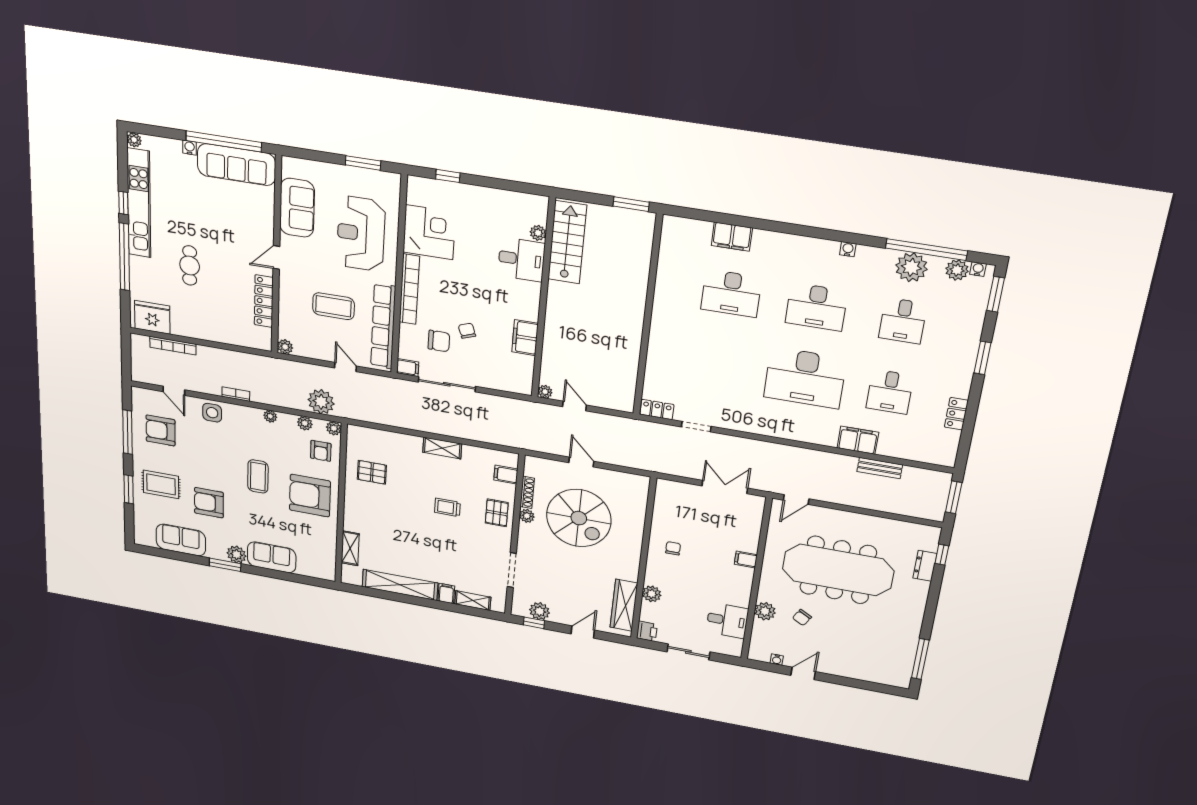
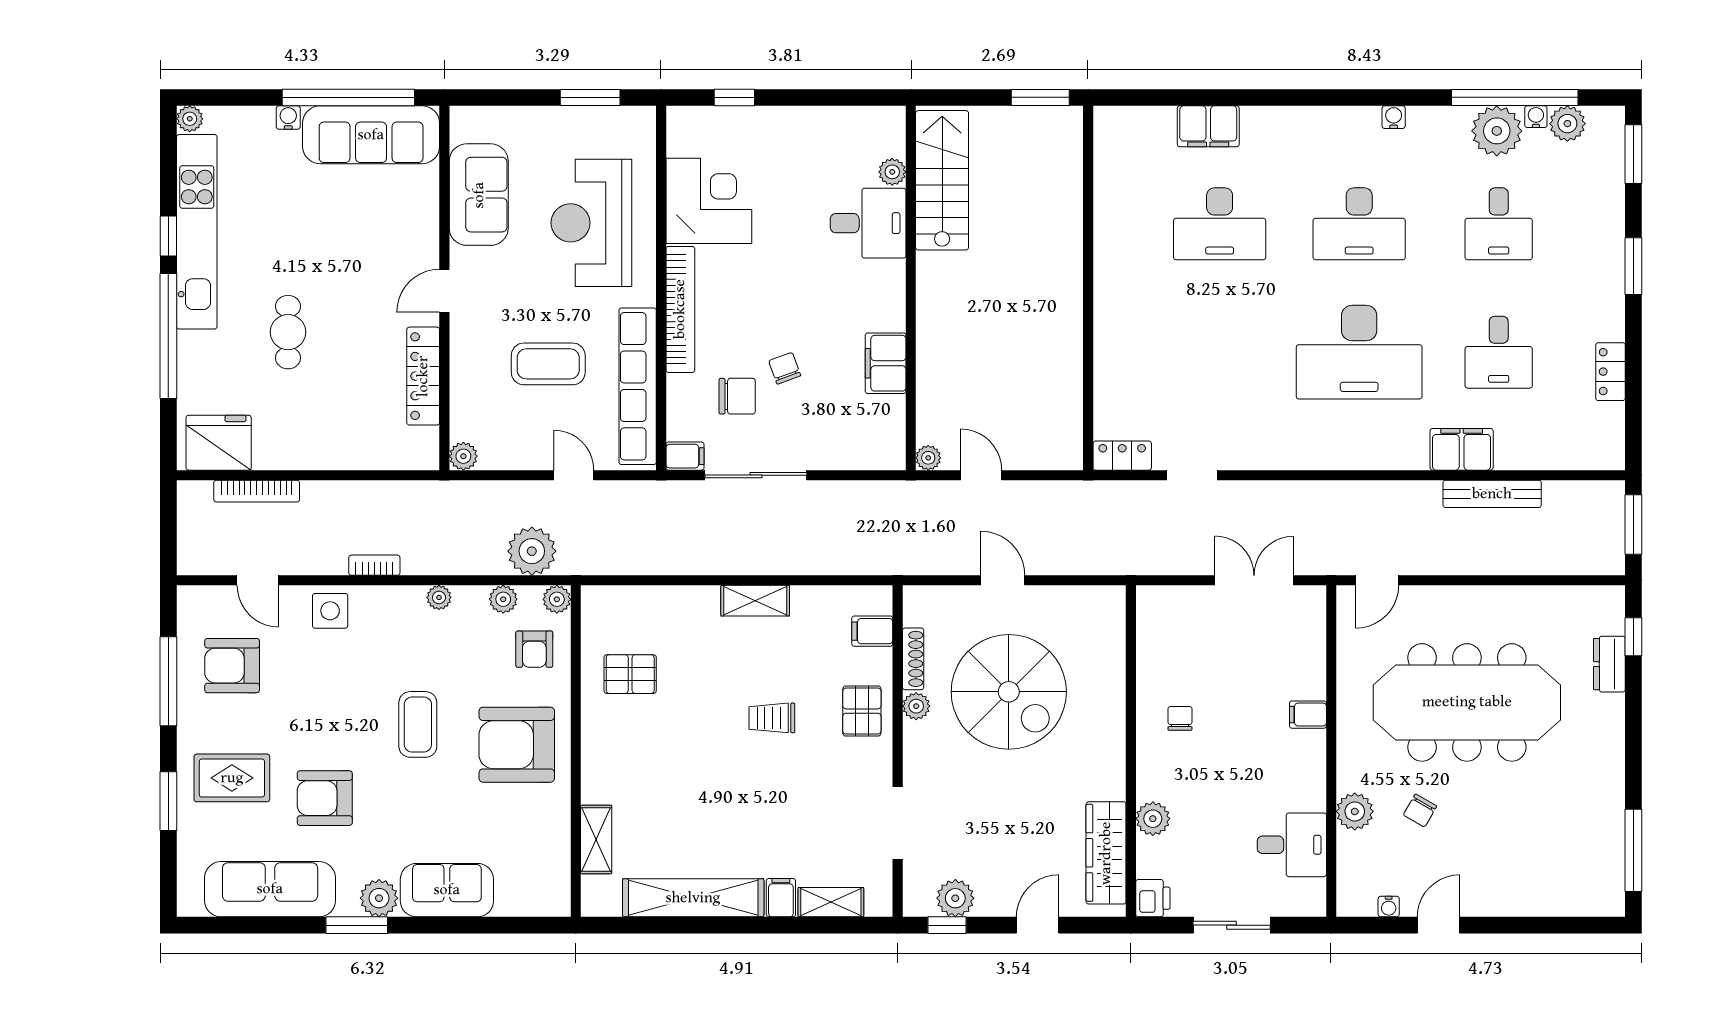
water cooler: (978, 269) -> (1536, 117), moved
bench: (880, 468) -> (1492, 494), width x1.36
sofa: (181, 540) -> (270, 889), width x1.36

